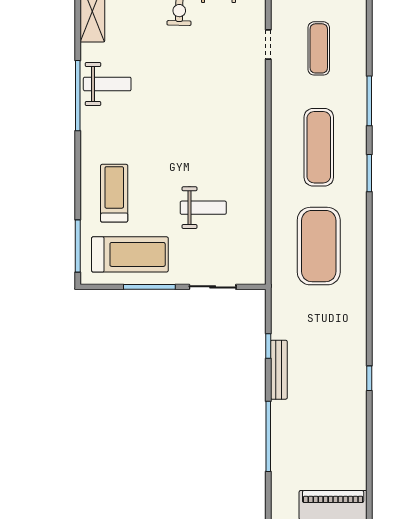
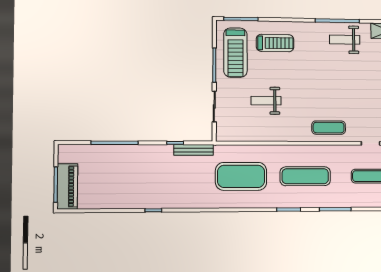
weight bench: (107, 84) -> (345, 40), turned 90
exercise mat: (244, 110) -> (329, 128), added
weight bench: (203, 208) -> (266, 101), turned 90
bench: (279, 370) -> (194, 150), moved

